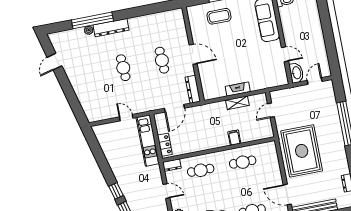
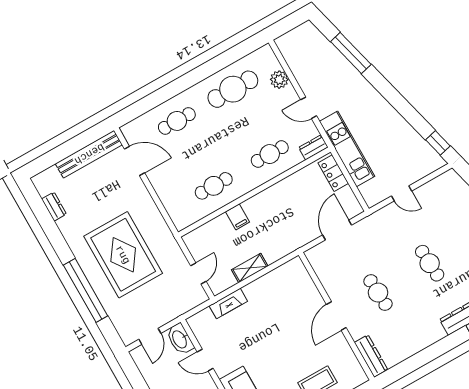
door: (193, 54) -> (336, 316), hinge flipped
dresser: (193, 89) -> (371, 356), moved
fireplace: (238, 89) -> (228, 303), moved
kitchen unit: (148, 141) -> (347, 149), moved
rug: (302, 151) -> (123, 255), moved
window: (116, 191) -> (438, 143), moved

